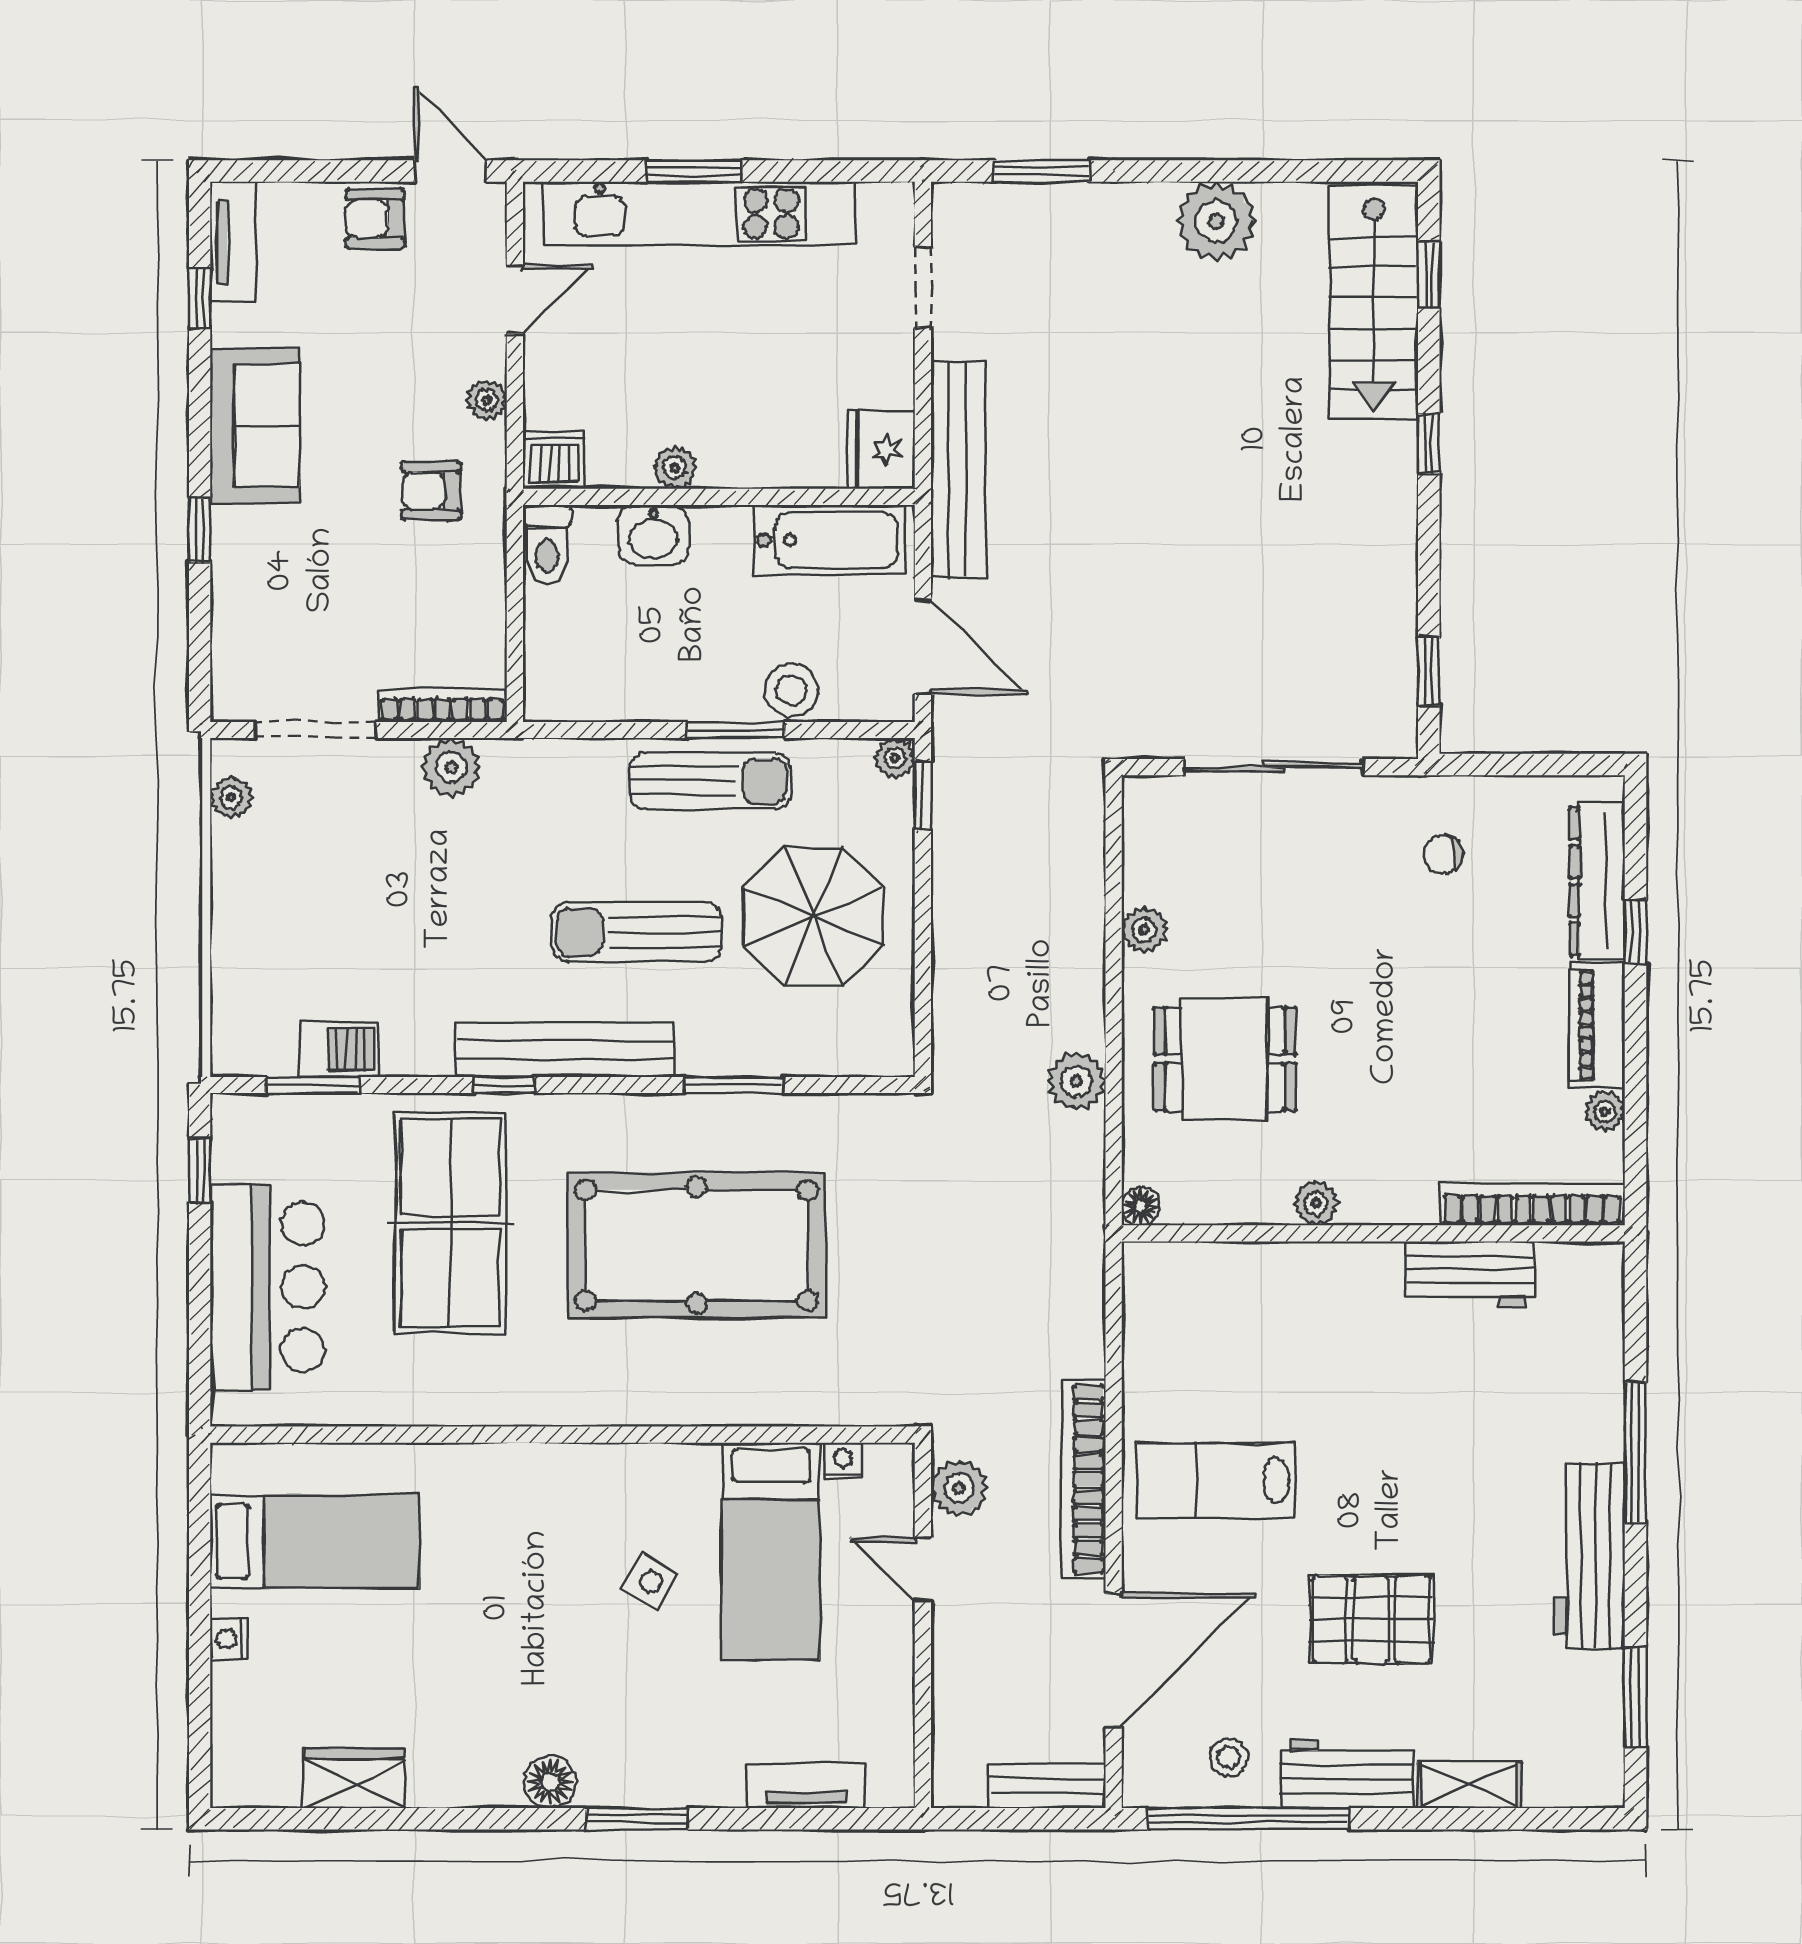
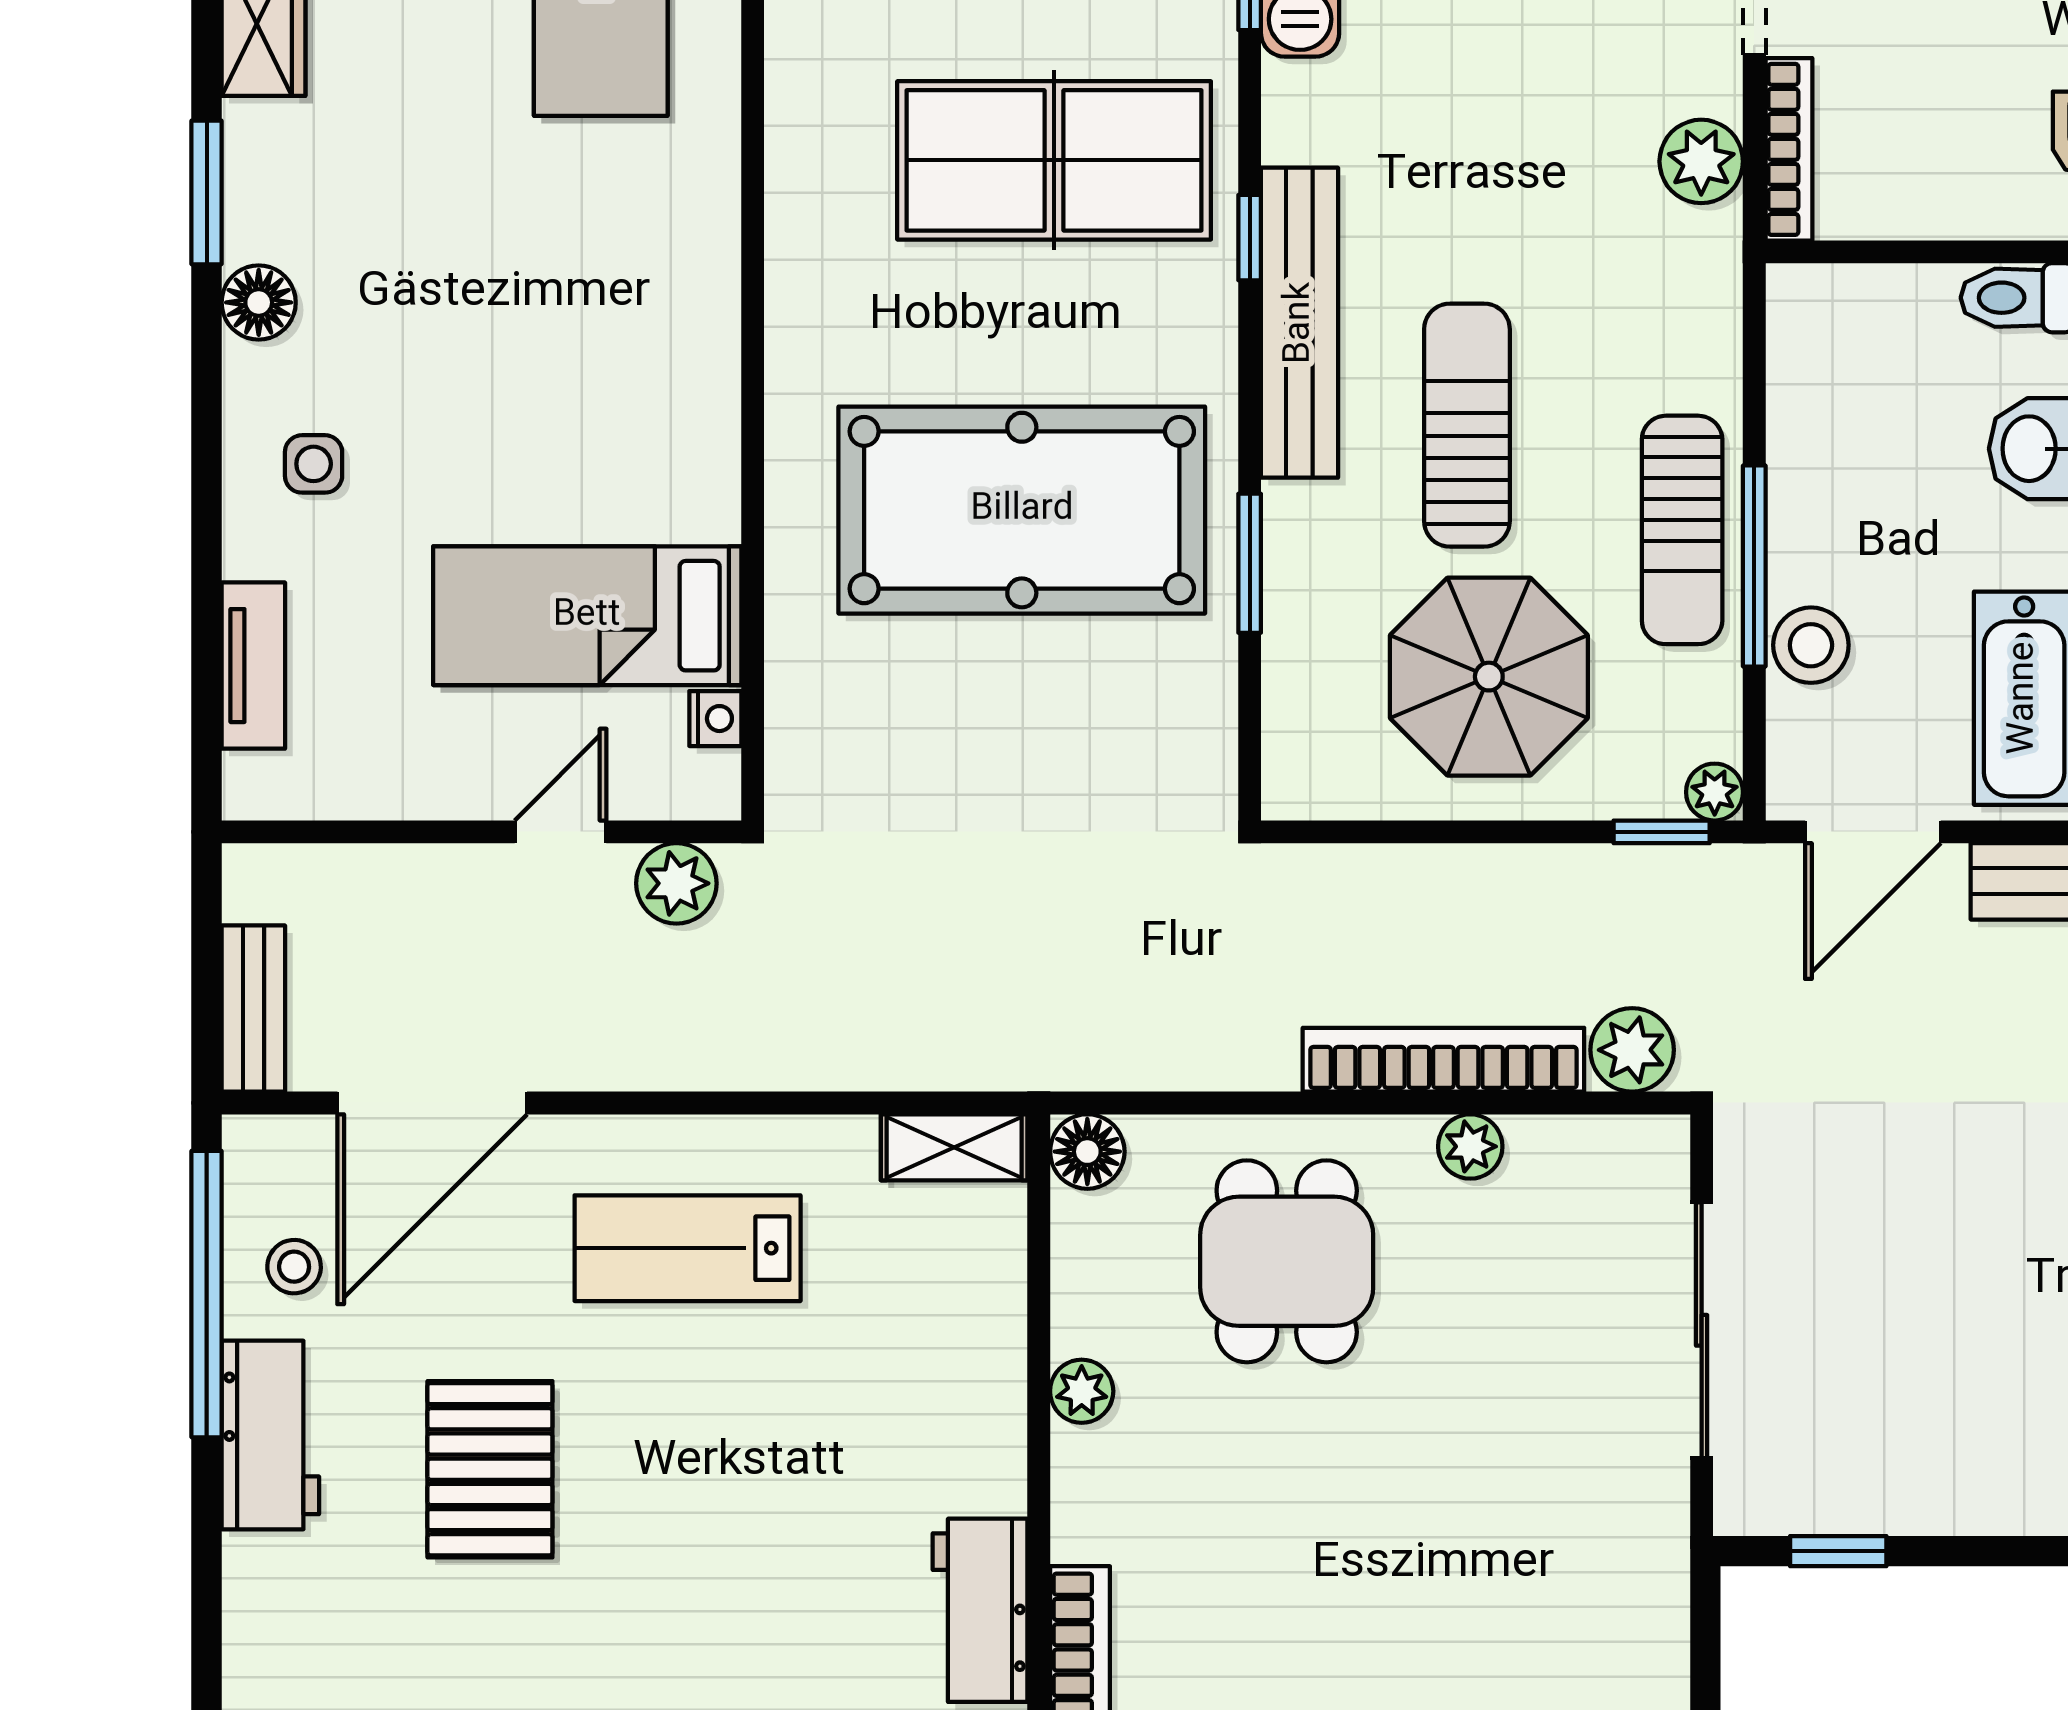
window: (736, 730) -> (1754, 566), width x1.44
chair: (1443, 855) -> (1577, 1571), removed
plant: (1076, 1081) -> (1632, 1050), moved
floor lamp: (1141, 1206) -> (1087, 1152), width x1.37, depth x1.37
pool table: (696, 1245) -> (1022, 510), turned 90
bookcase: (1083, 1479) -> (1443, 1060), moved
lab bench: (1216, 1480) -> (688, 1248), turned -90
side table: (651, 1581) -> (314, 464), moved, turned -31
door: (1114, 1660) -> (432, 1103), hinge flipped
shelving: (1469, 1785) -> (954, 1147), moved, turned 90
window: (637, 1819) -> (207, 192), moved

